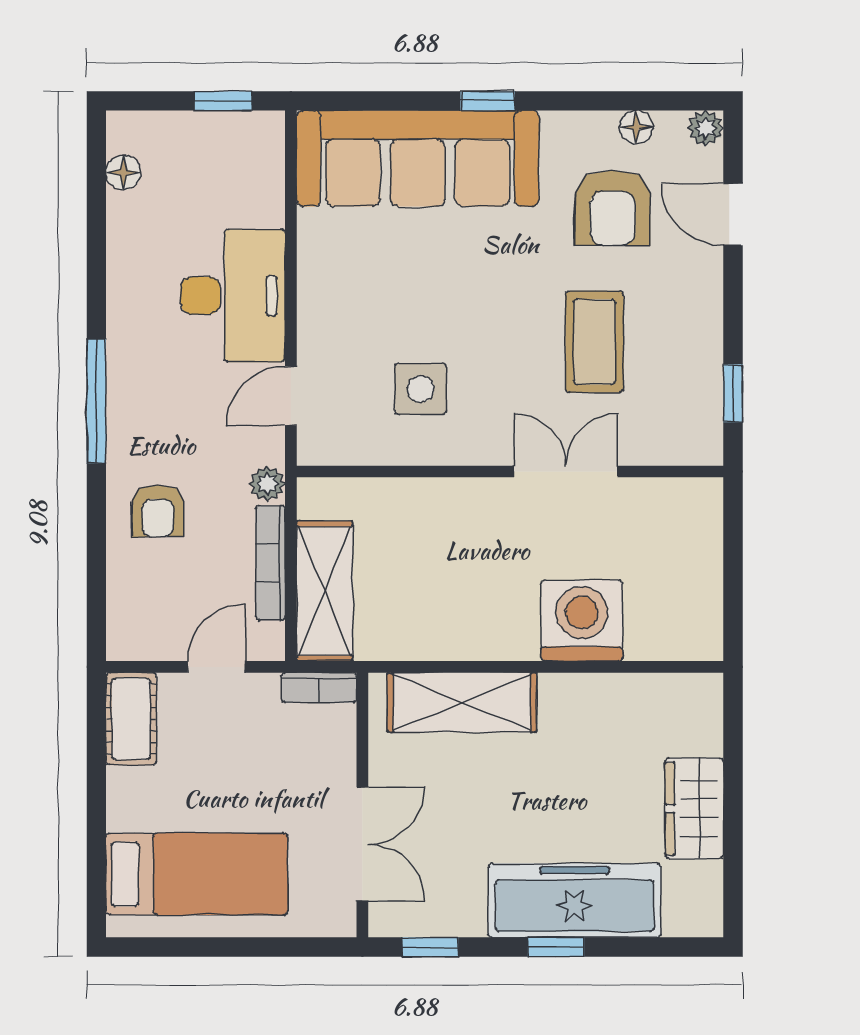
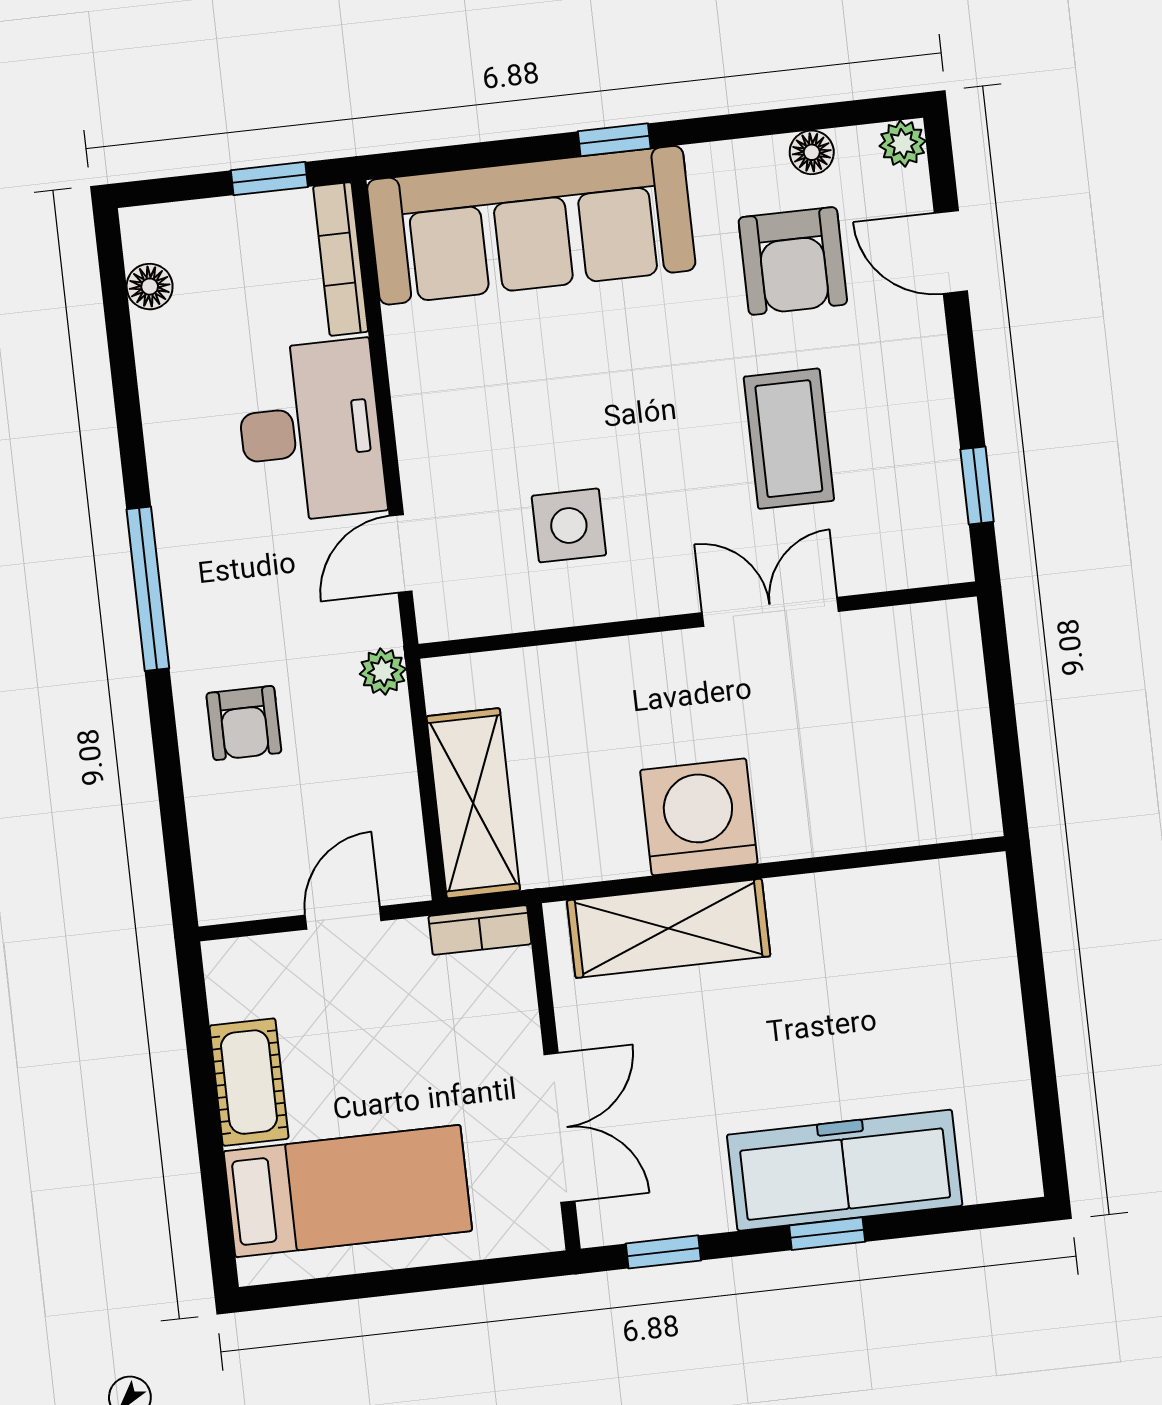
bookcase: (270, 563) -> (341, 259), moved
washing machine: (582, 621) -> (699, 817), moved
cot: (131, 719) -> (249, 1082), moved
wardrobe: (694, 809) -> (987, 1033), removed

